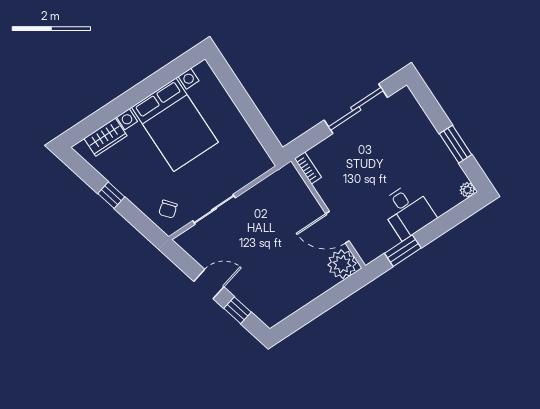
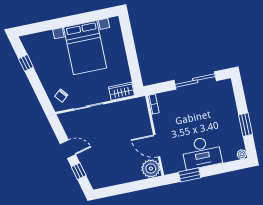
wardrobe: (106, 137) -> (122, 91), moved, turned 180
window: (111, 195) -> (26, 63), moved
desk: (408, 211) -> (202, 153), width x1.37

